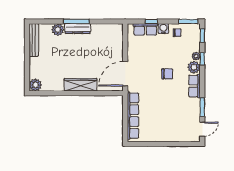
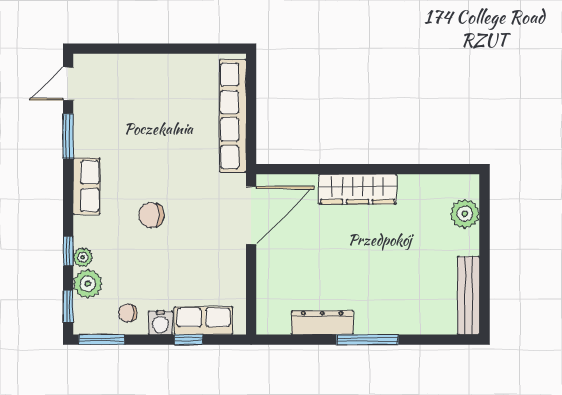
dresser: (78, 29) -> (322, 323), moved
plant: (58, 30) -> (411, 320), removed
plant: (194, 67) -> (88, 284), moved
plant: (35, 85) -> (465, 214), moved

